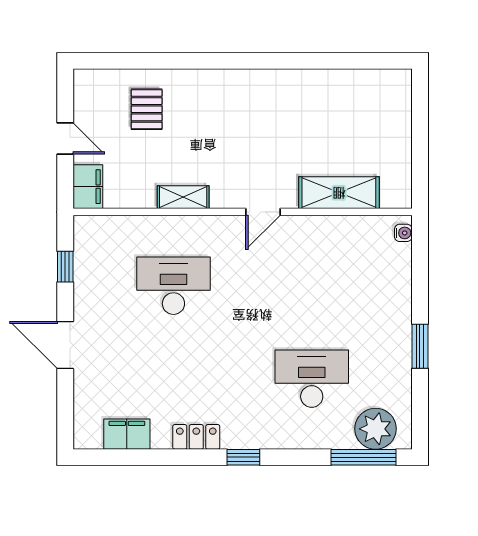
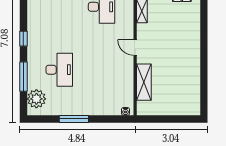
window: (420, 346) -> (74, 119), width x1.44
locker: (196, 437) -> (33, 17), removed
window: (364, 457) -> (23, 77), moved

